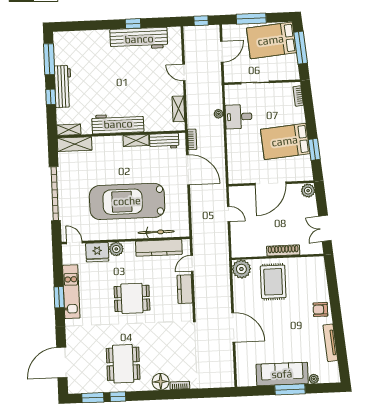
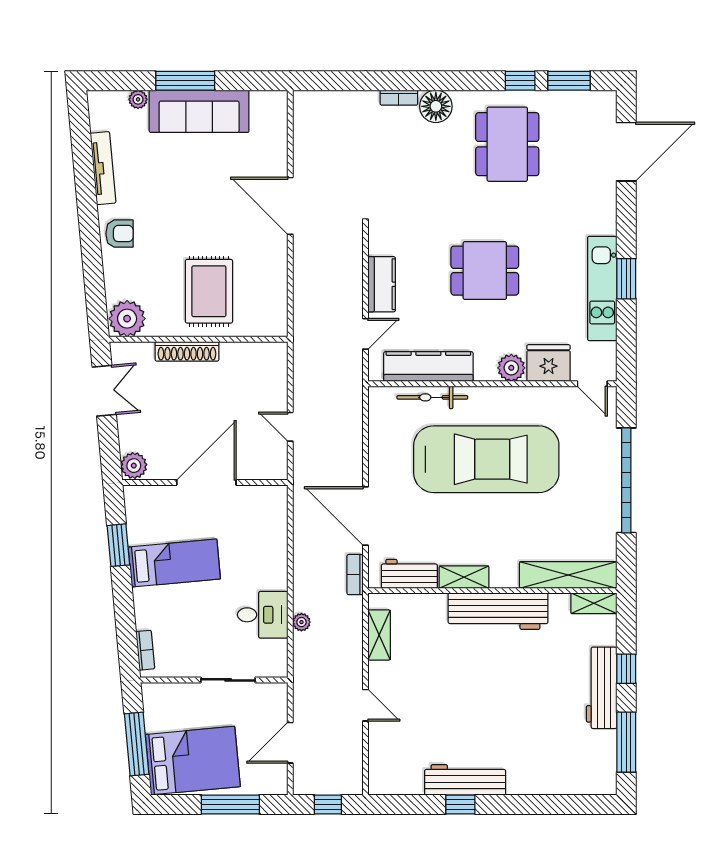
workbench: (139, 39) -> (465, 780), width x0.73, depth x0.76
bed: (285, 141) -> (174, 563), width x0.67
shelving: (75, 144) -> (568, 575), width x1.47
plant: (241, 269) -> (127, 319), moved

